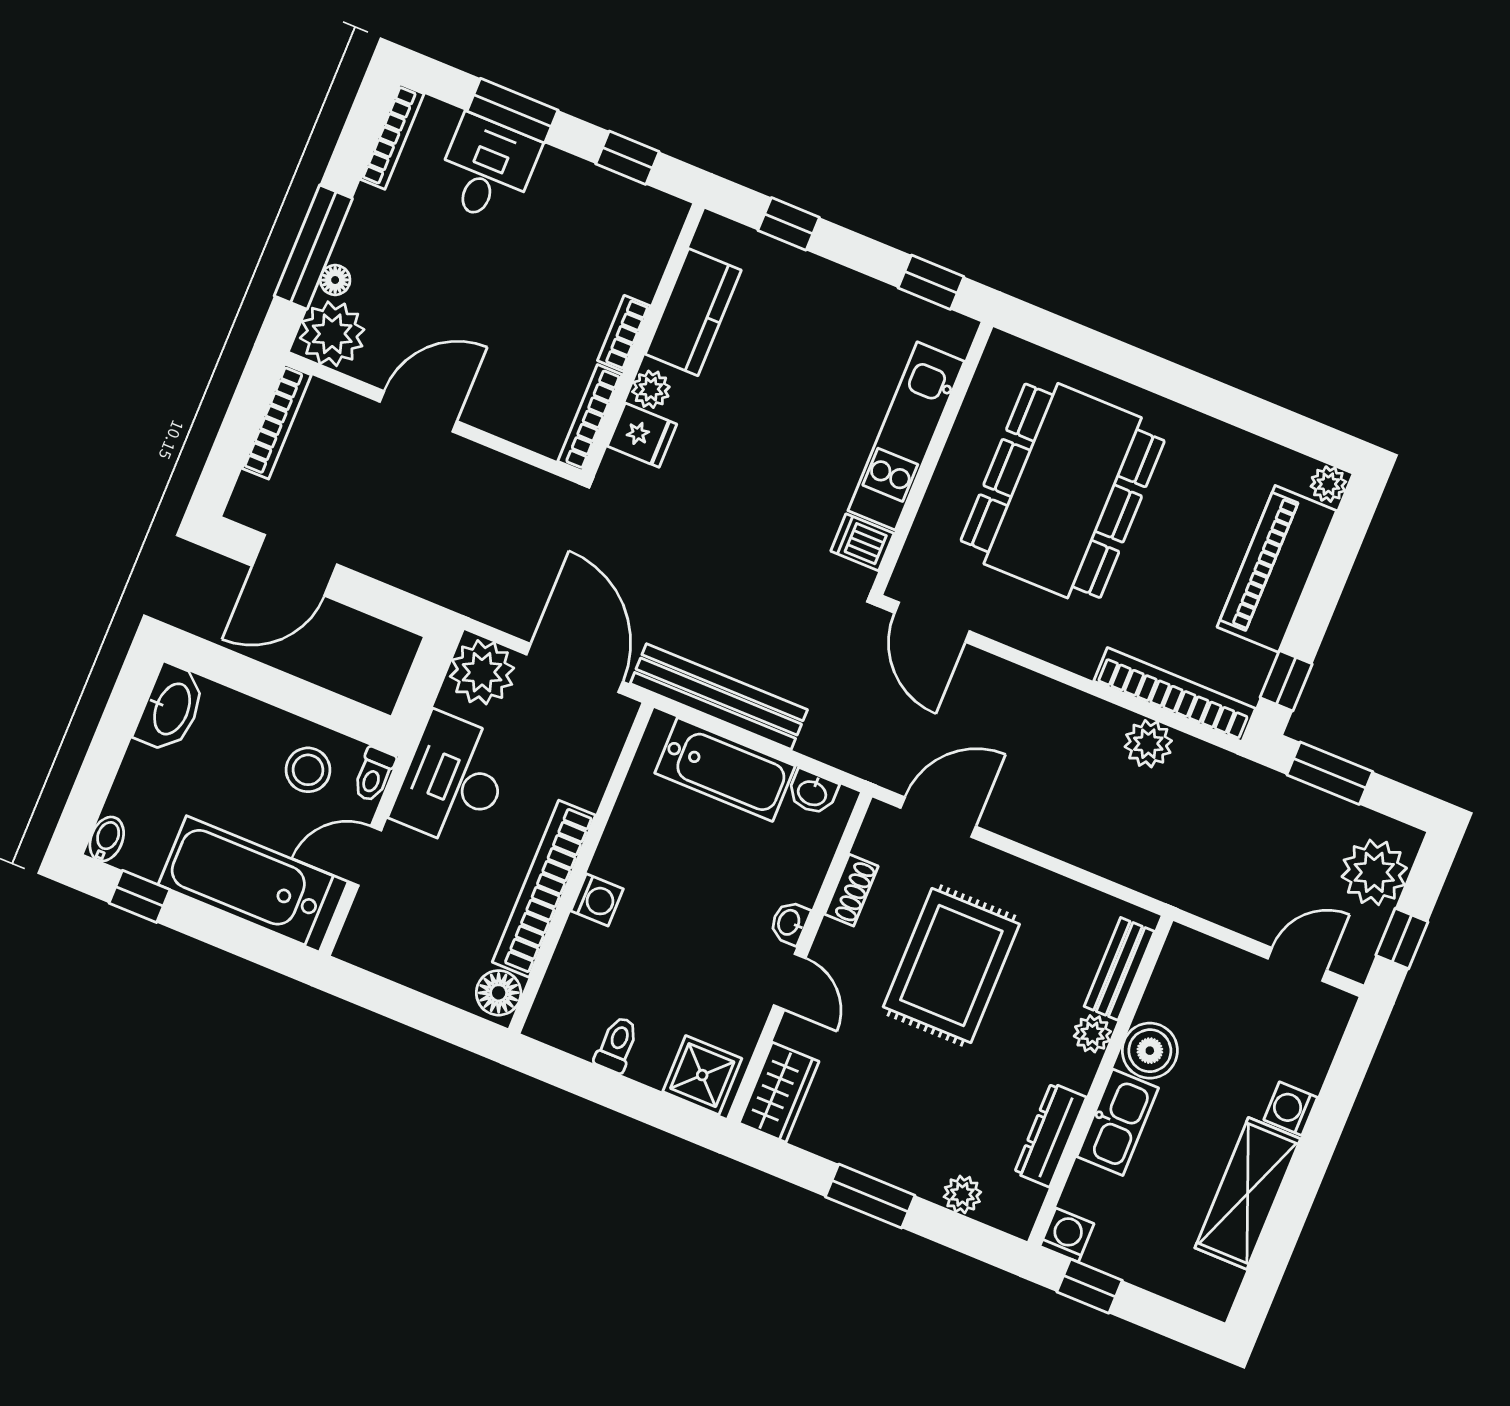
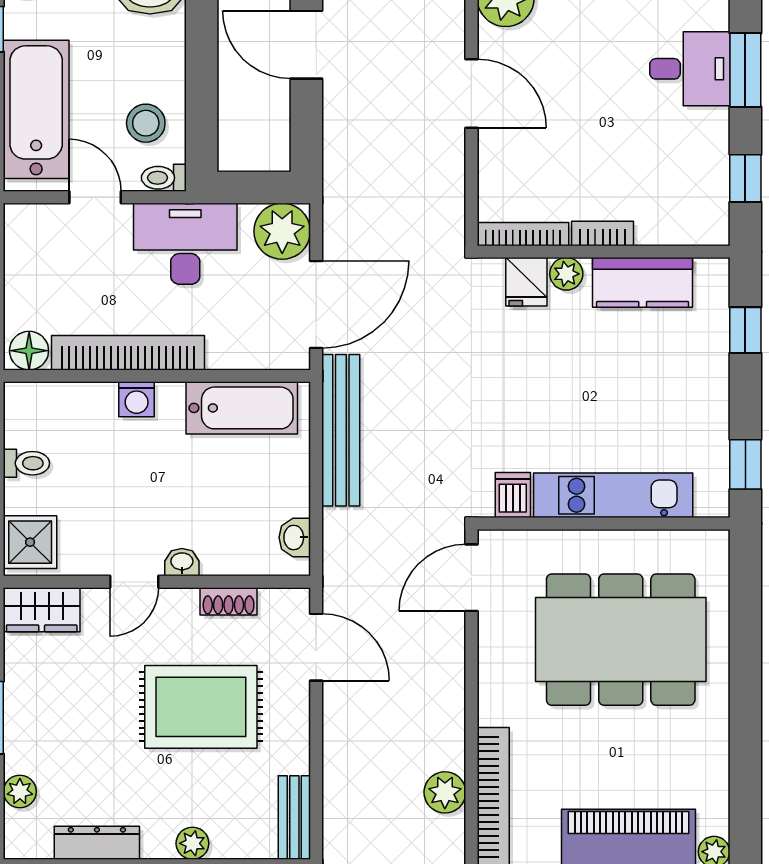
bathtub: (725, 769) -> (242, 408), moved, turned -90
bench: (1119, 969) -> (294, 818), moved, turned 90

